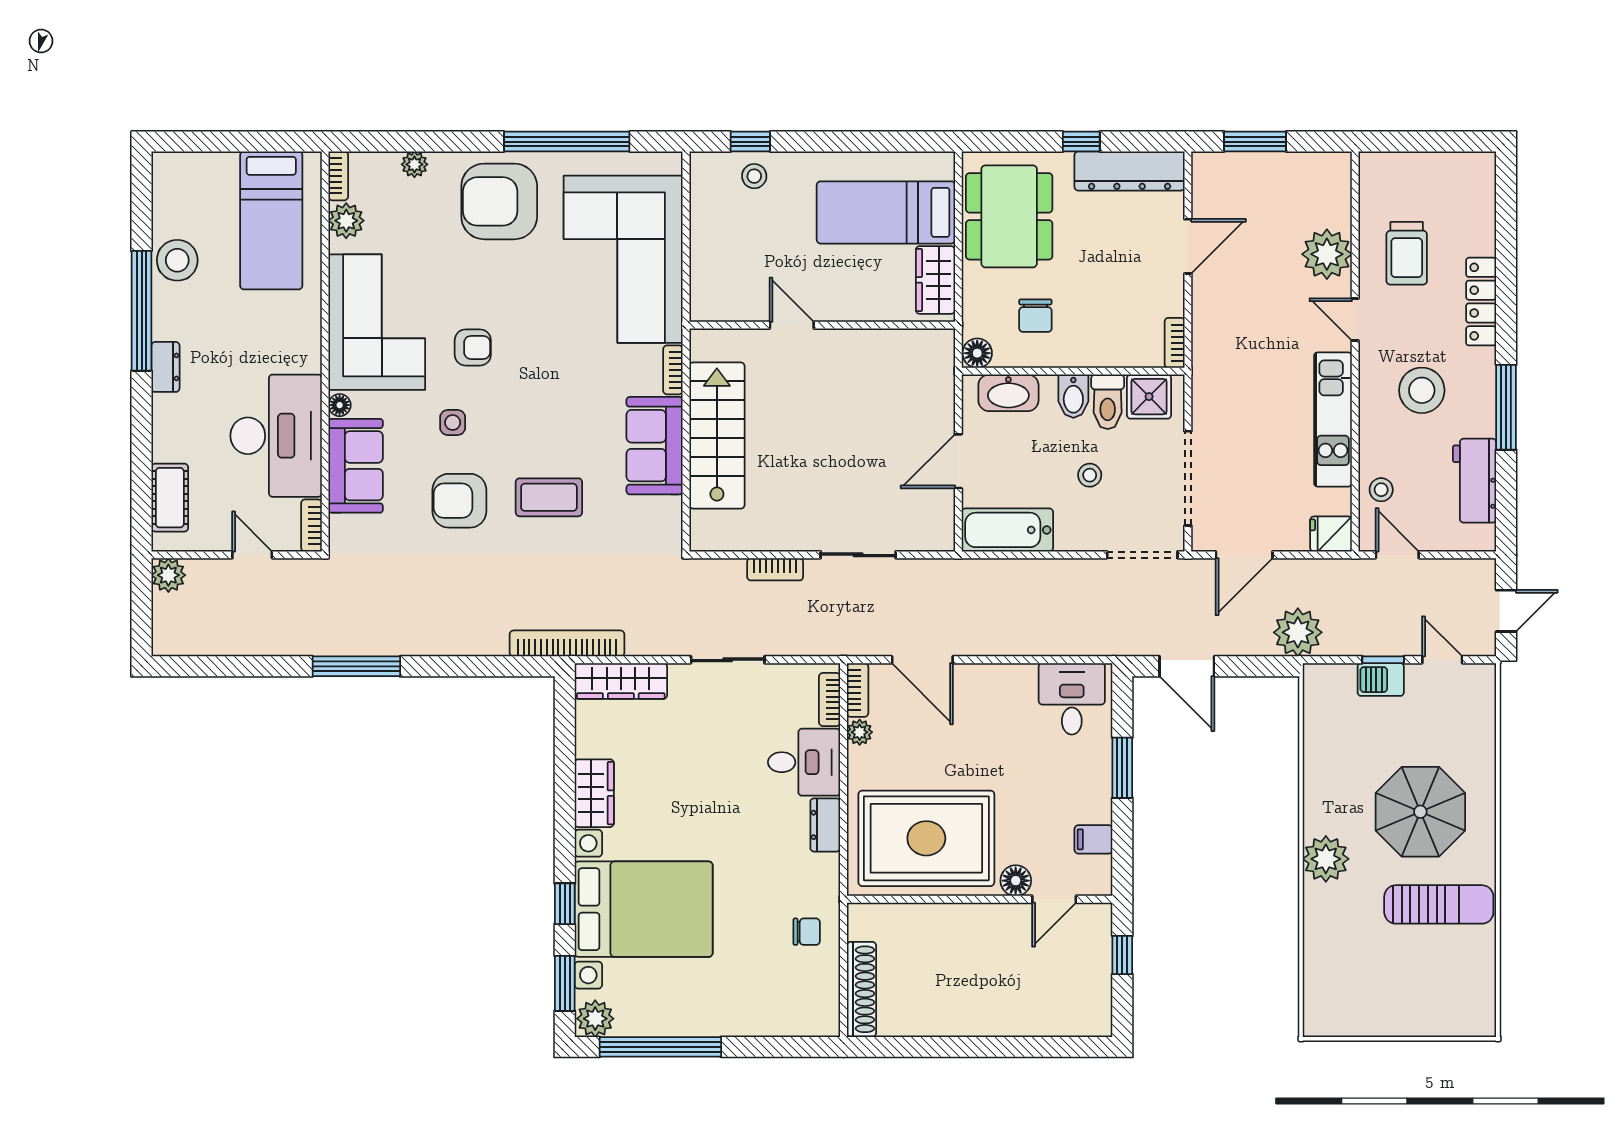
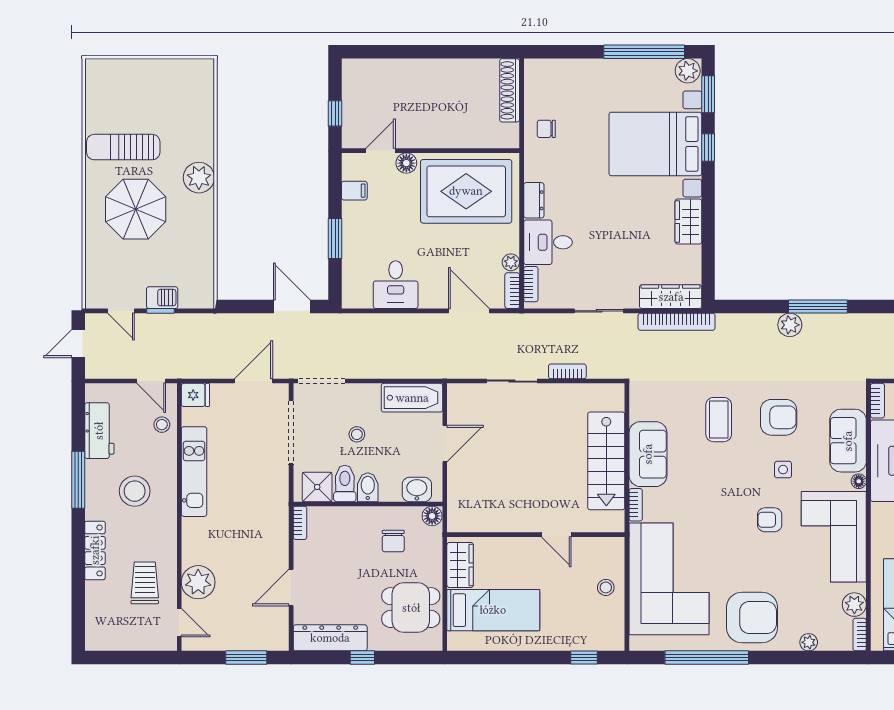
stool: (754, 176) -> (606, 587), moved
dining table: (1009, 216) -> (411, 608), width x0.73
chair: (1035, 316) -> (393, 541), turned 180
door: (1355, 319) -> (179, 623), moved
washbasin: (1008, 393) -> (417, 489), width x0.72
coffee table: (549, 497) -> (719, 420), turned 90
plant: (1298, 632) -> (790, 325), moved, width x0.73, depth x0.73
bookcase: (567, 643) -> (677, 322), moved
window: (356, 666) -> (818, 306), moved
desk: (1072, 699) -> (396, 285), moved

